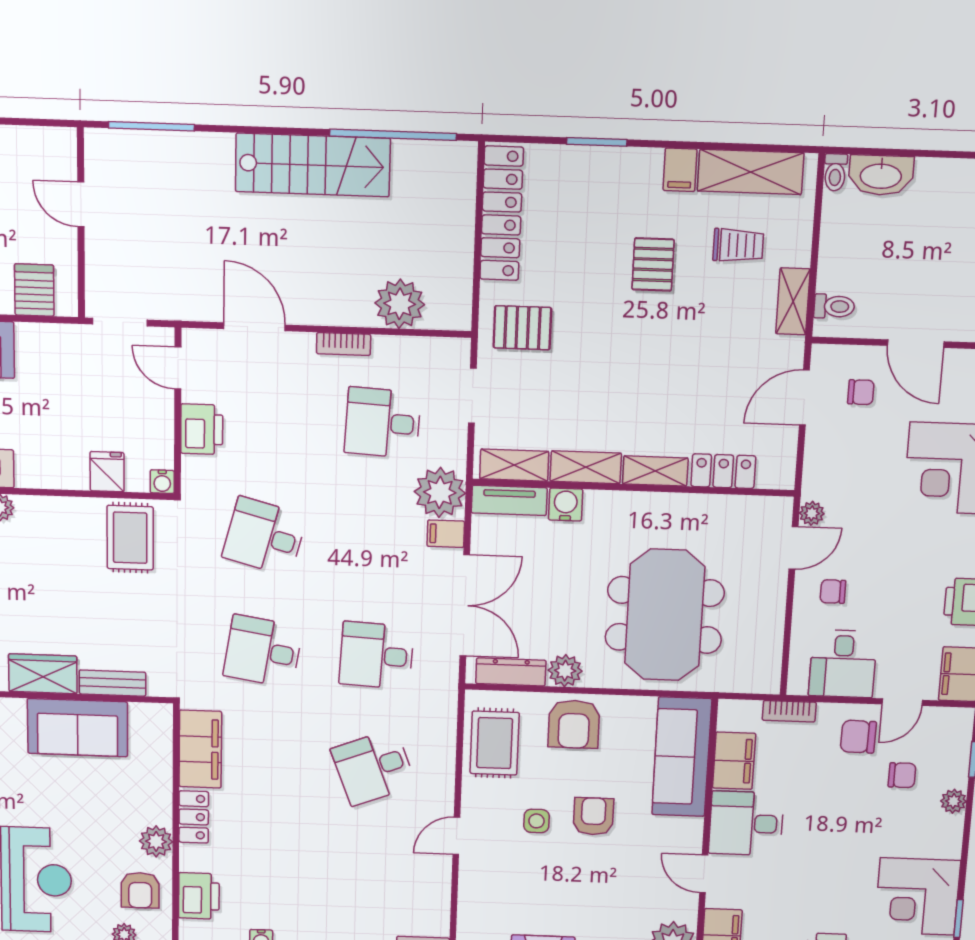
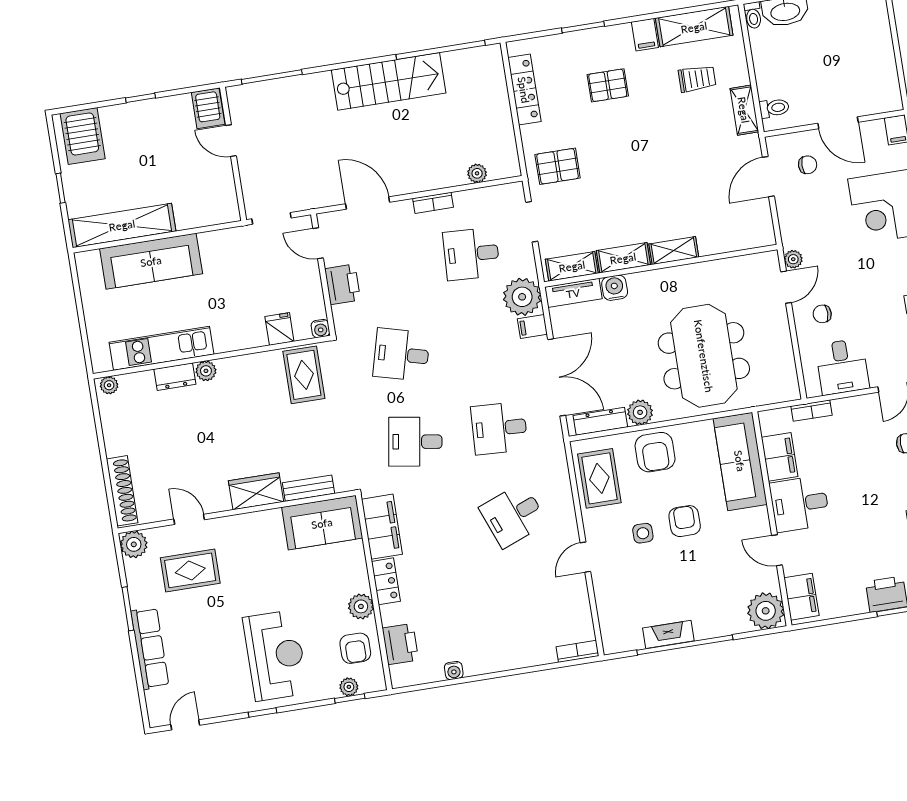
locker: (502, 213) -> (524, 90), width x0.71, depth x0.83
pallet: (653, 264) -> (608, 85), moved, turned 90
server rack: (34, 290) -> (208, 108), moved, turned 180
plant: (400, 304) -> (477, 173), width x0.53, depth x0.53
locker: (723, 471) -> (723, 241), removed
sofa: (78, 728) -> (322, 523), moved
chair: (858, 737) -> (867, 420), removed

